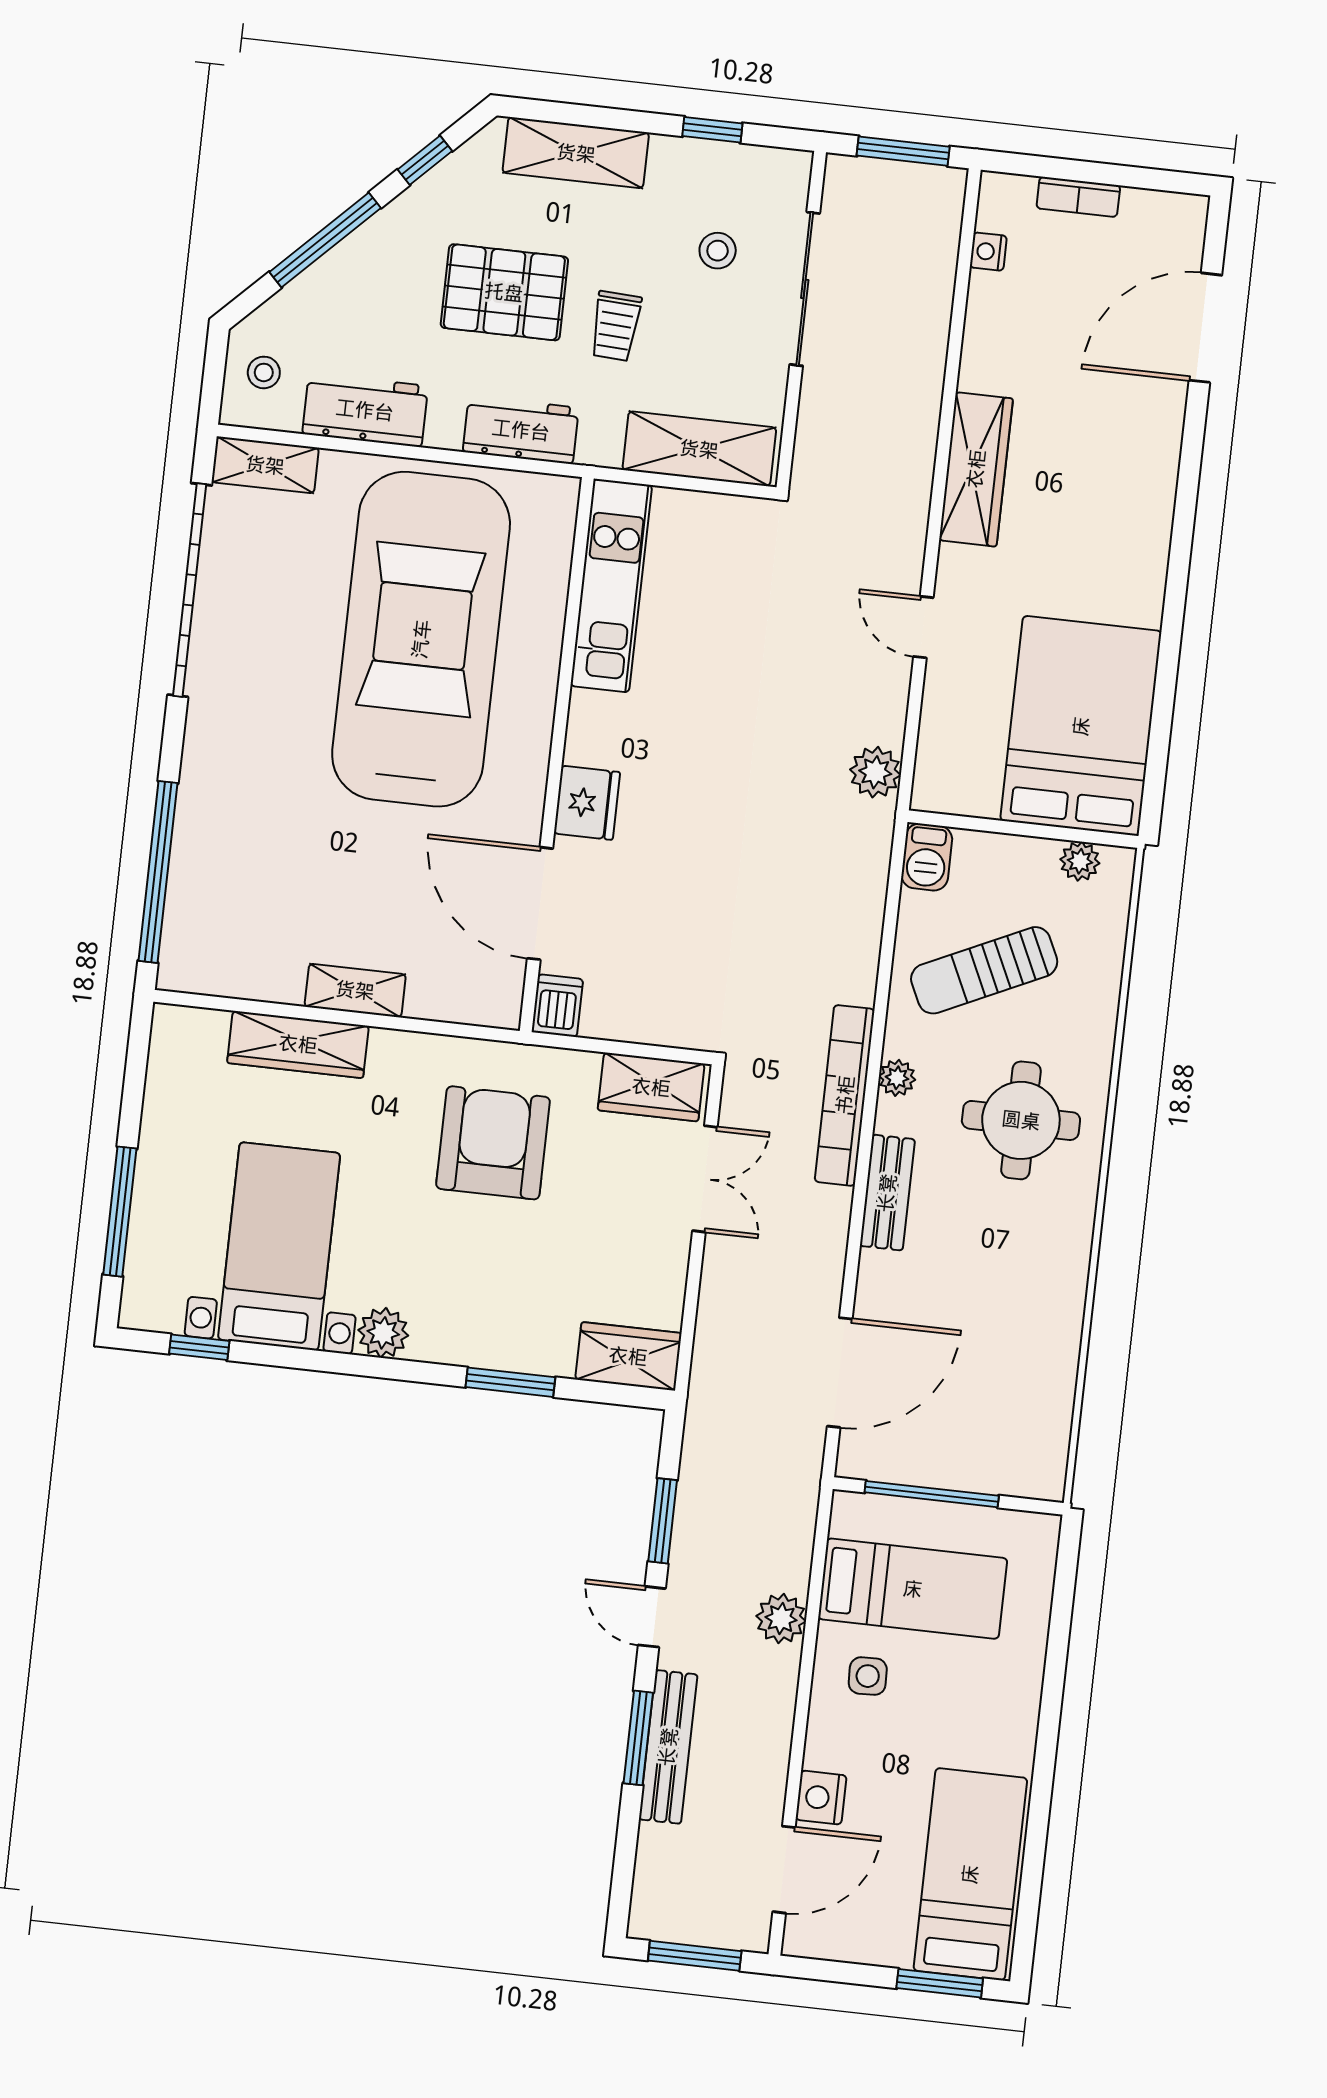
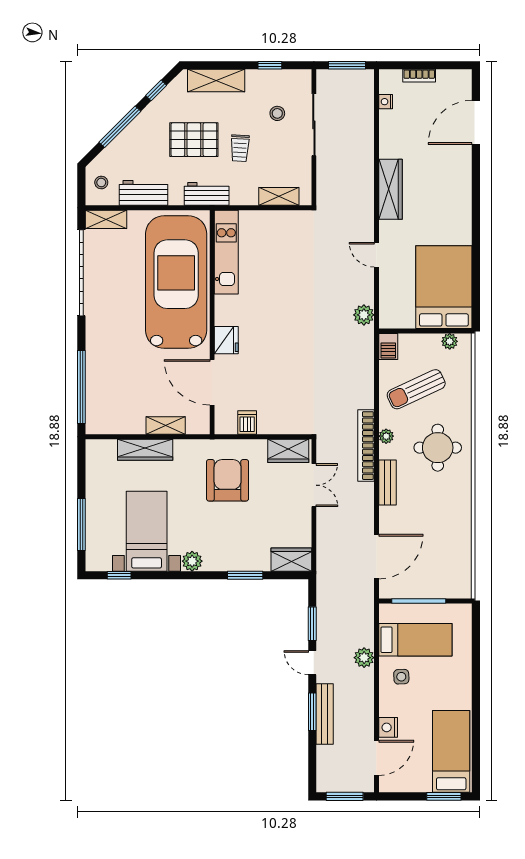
shelving: (699, 449) -> (279, 196), width x0.67, depth x0.75
kitchen unit: (611, 586) -> (226, 252), moved
wall: (557, 755) -> (212, 322), moved
fridge: (587, 803) -> (226, 340), moved
door: (540, 903) -> (212, 382), moved

